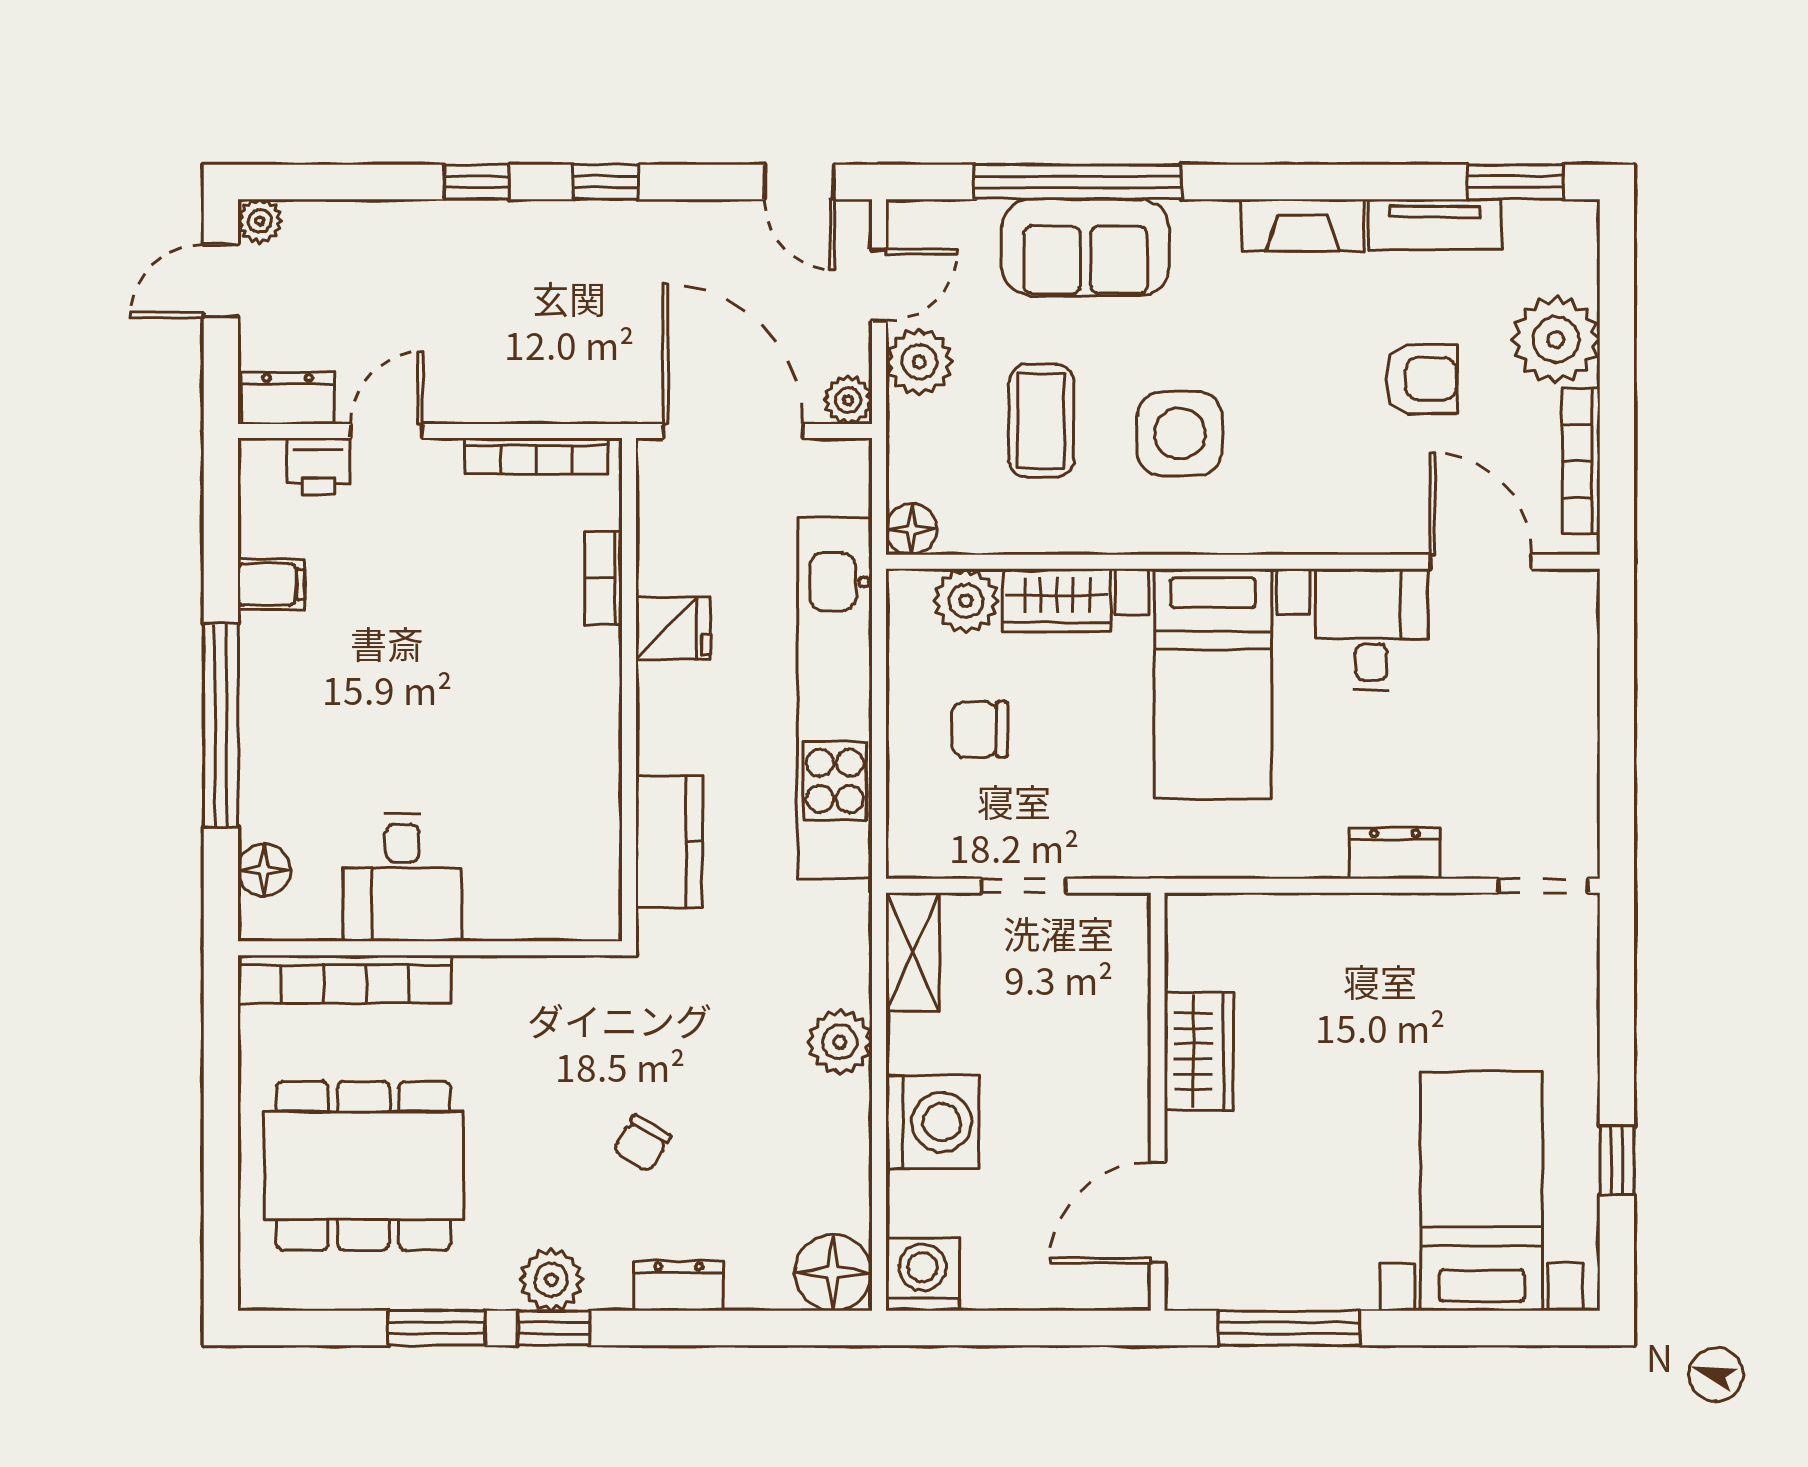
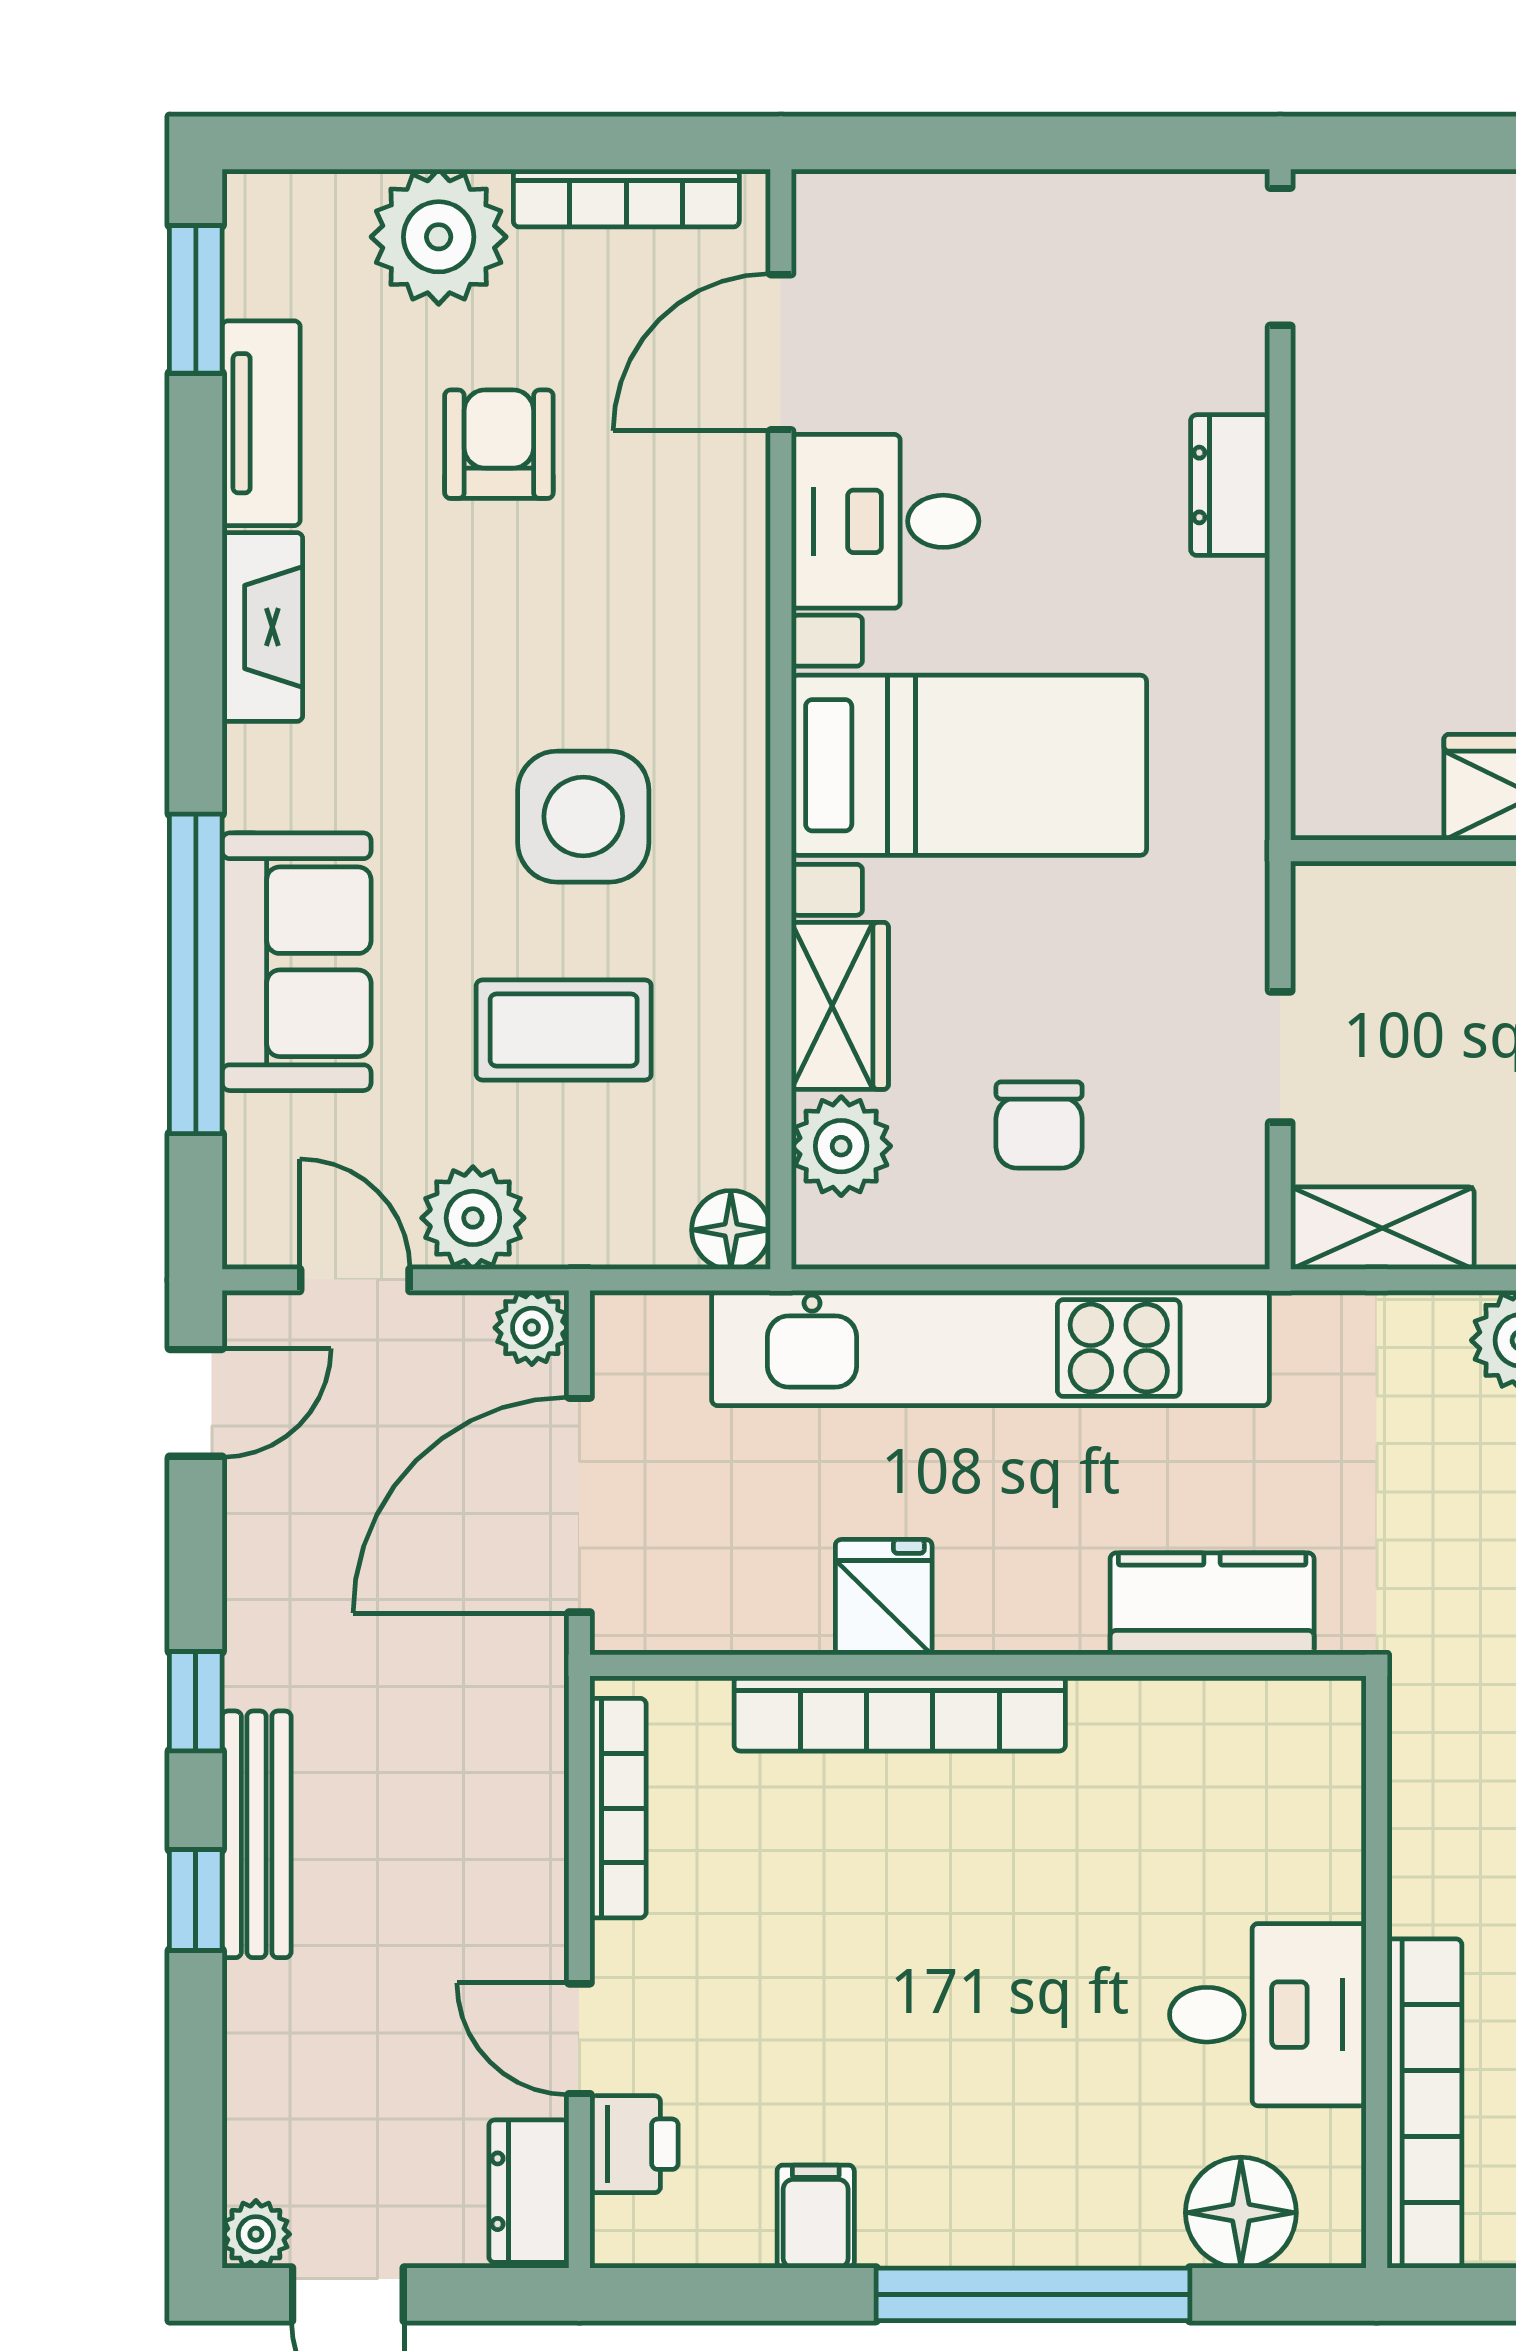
bench: (519, 221) -> (257, 1834), added
bookcase: (604, 578) -> (900, 1713), width x2.31, depth x1.31
floor lamp: (264, 870) -> (1241, 2213), width x1.38, depth x1.38

